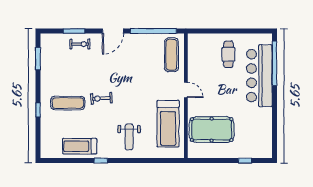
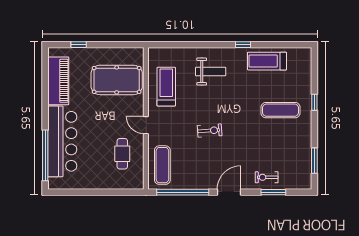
cafe table: (228, 54) -> (122, 154), moved
exercise bike: (101, 98) -> (210, 131), moved
treadmill: (168, 124) -> (166, 87), width x0.73, depth x0.73
piano: (263, 129) -> (58, 81), added
weight bench: (129, 137) -> (211, 72), turned 90
treadmill: (80, 146) -> (267, 61), turned 180

